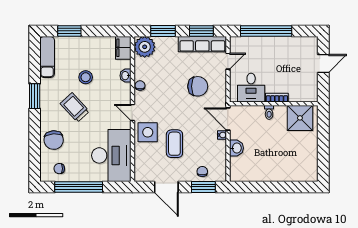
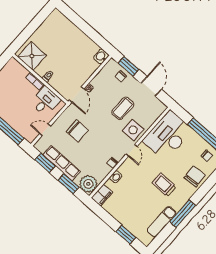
row of seats: (202, 44) -> (62, 163), moved
exam couch: (47, 57) -> (162, 222), moved
stool: (86, 77) -> (141, 197), removed
chair: (198, 86) -> (77, 131), turned 180
window: (35, 96) -> (183, 214), width x1.44
trolley: (75, 107) -> (164, 185), turned 133
washbasin: (236, 148) -> (101, 56), moved

